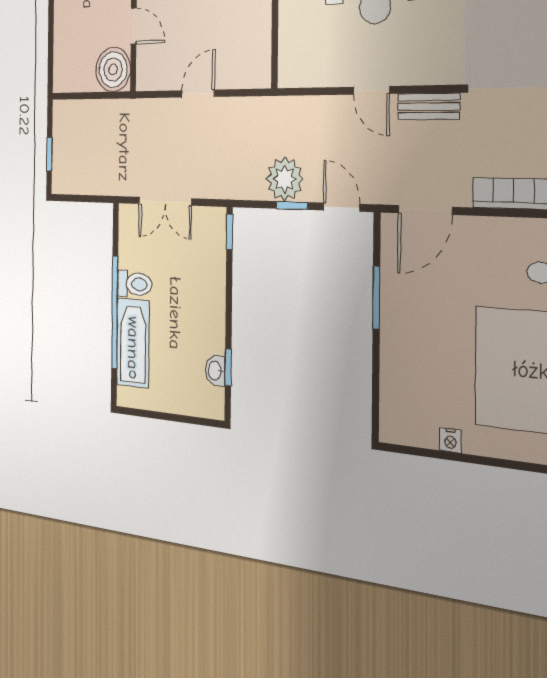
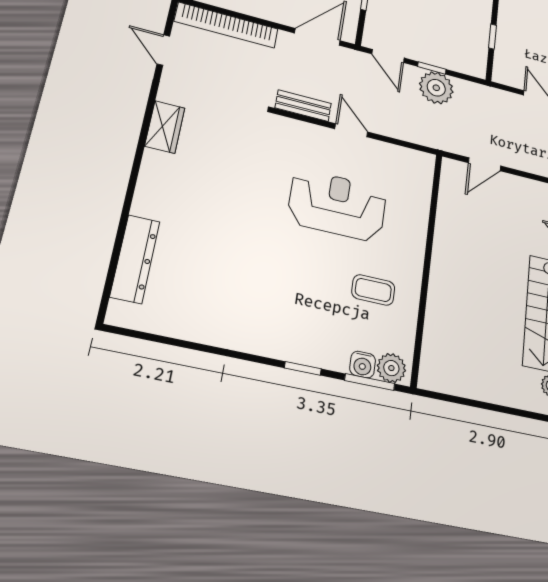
door: (198, 94) -> (485, 164), moved
window: (229, 232) -> (492, 37), moved

